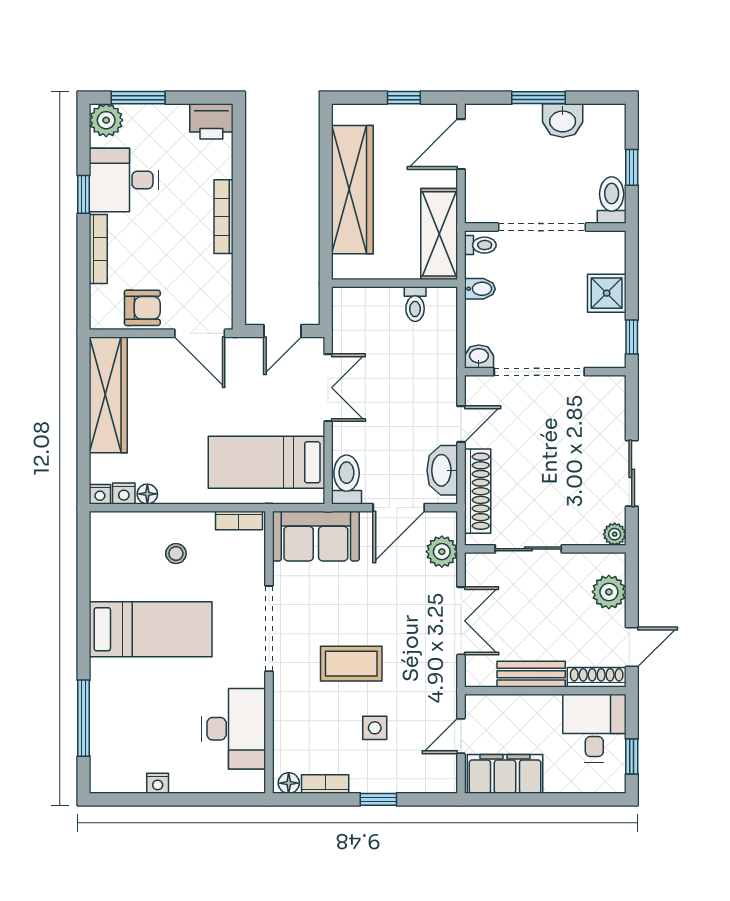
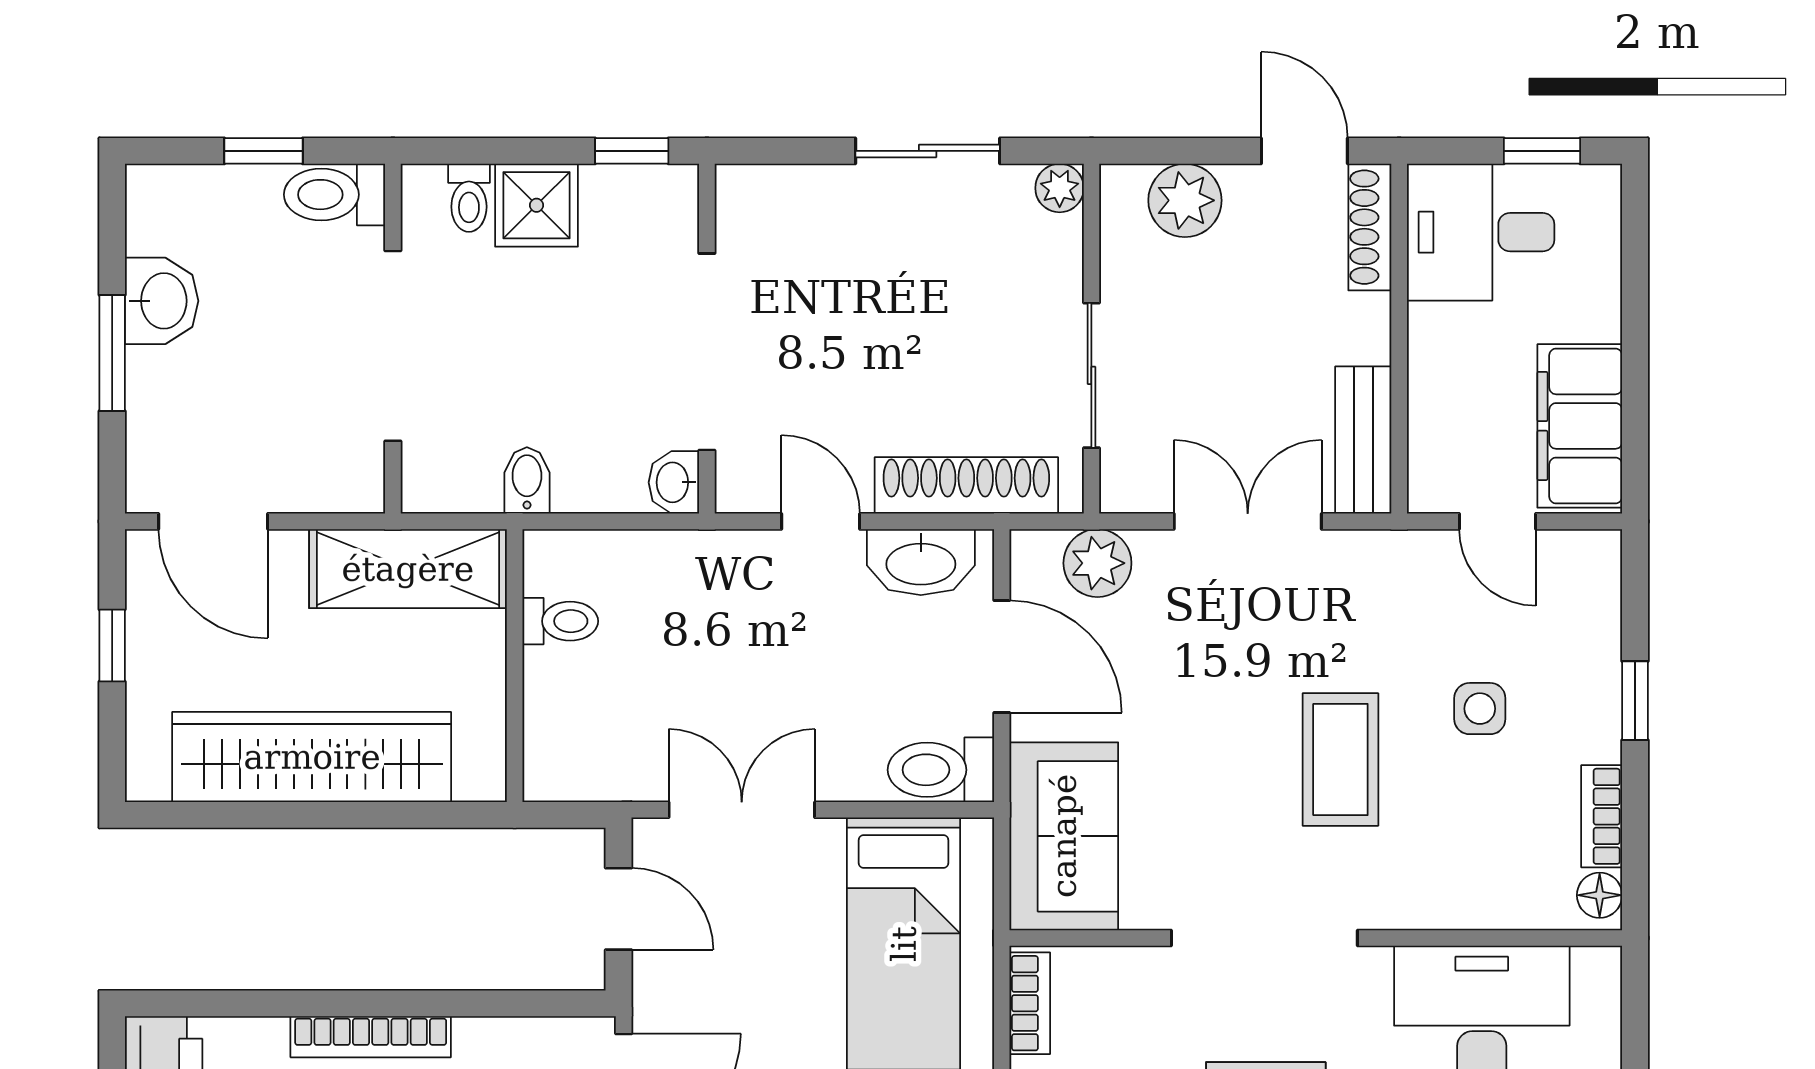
toilet: (480, 245) -> (469, 198), moved, turned 180
bench: (531, 674) -> (1363, 440), moved

